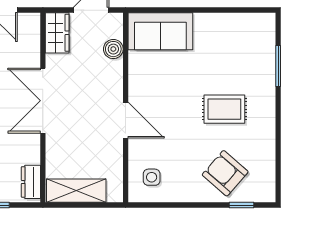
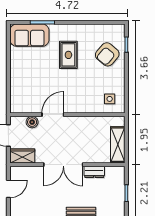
sofa: (160, 31) -> (29, 35), moved, turned 90
door: (126, 120) -> (53, 115), moved
dresser: (31, 182) -> (94, 172), moved

